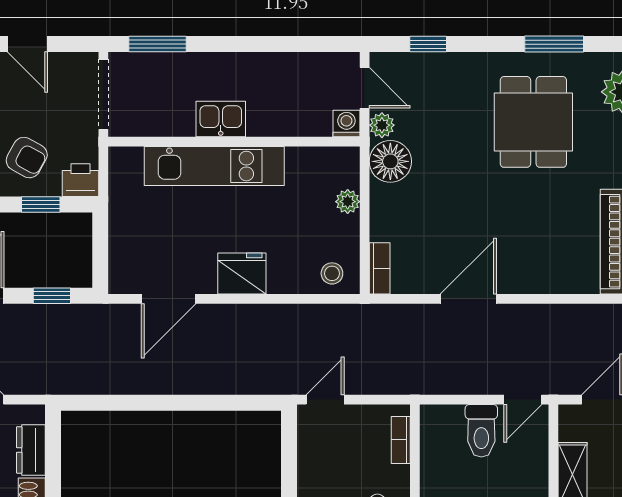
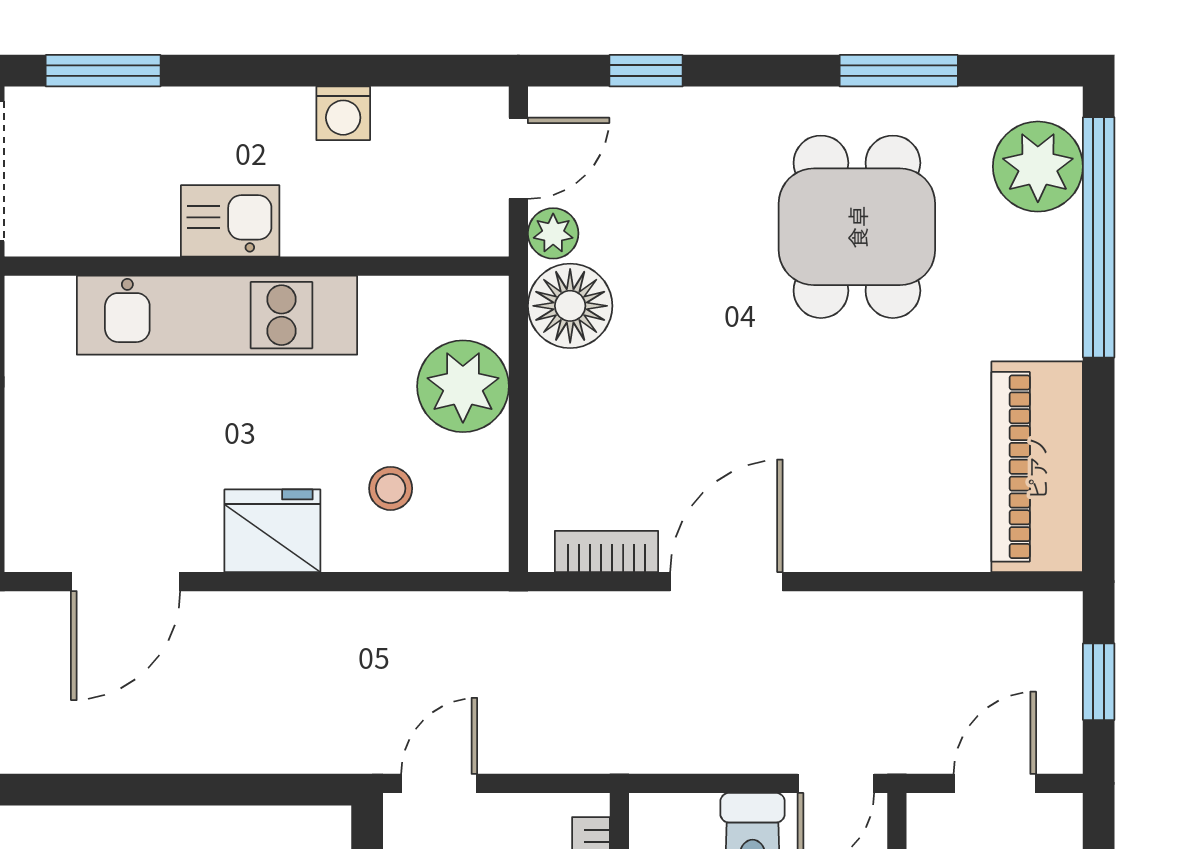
door: (365, 88) -> (518, 158), hinge flipped
washing machine: (346, 123) -> (343, 113), moved, turned 180
plant: (348, 202) -> (463, 386), width x1.88, depth x1.88
bookcase: (380, 268) -> (607, 551), moved, turned -90
stool: (332, 273) -> (391, 488), moved

